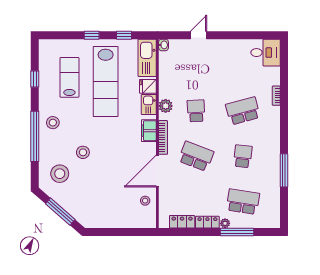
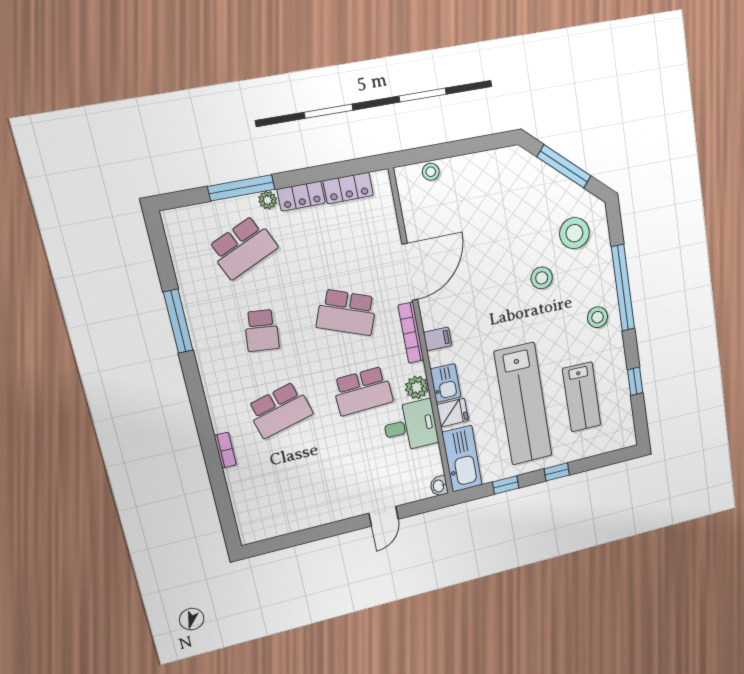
desk: (266, 53) -> (410, 426), moved, turned 180
lab bench: (106, 81) -> (523, 404), turned 180
school desk: (196, 111) -> (363, 391), width x1.85
filing cabinet: (149, 131) -> (438, 339), width x0.50
stool: (145, 201) -> (431, 172), moved
school desk: (243, 202) -> (243, 247), turned -33

